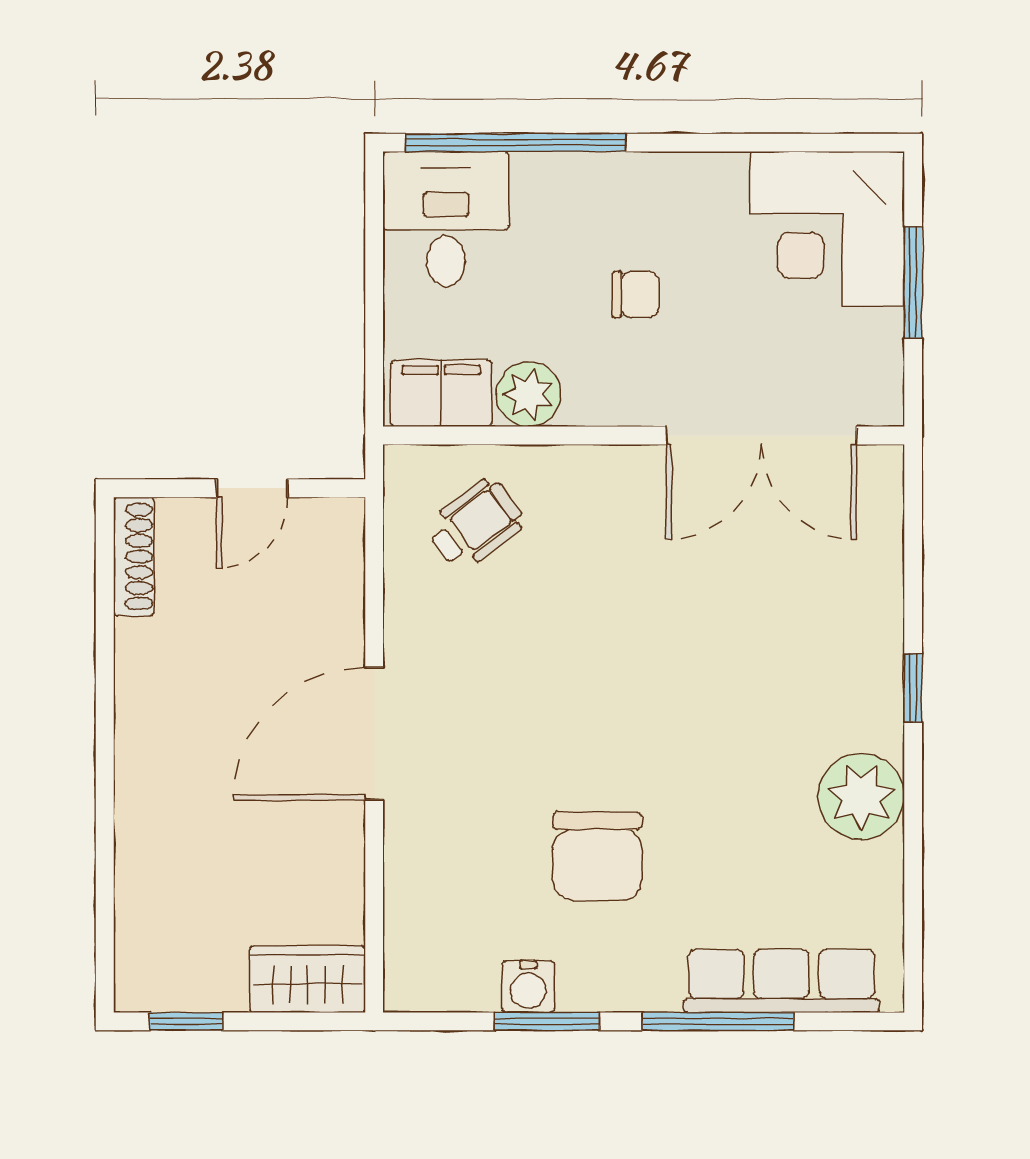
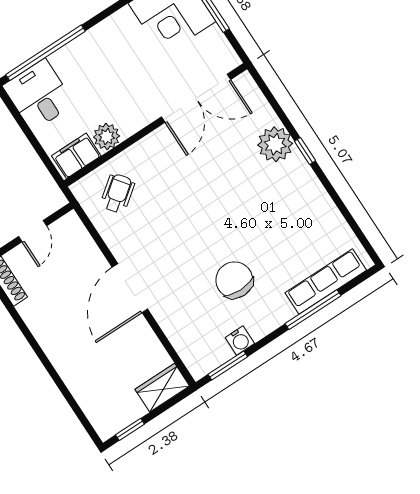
chair: (636, 295) -> (121, 78), removed
plant: (861, 796) -> (275, 144), moved
chair: (597, 856) -> (234, 280), turned 180
window: (547, 1021) -> (228, 365), moved

